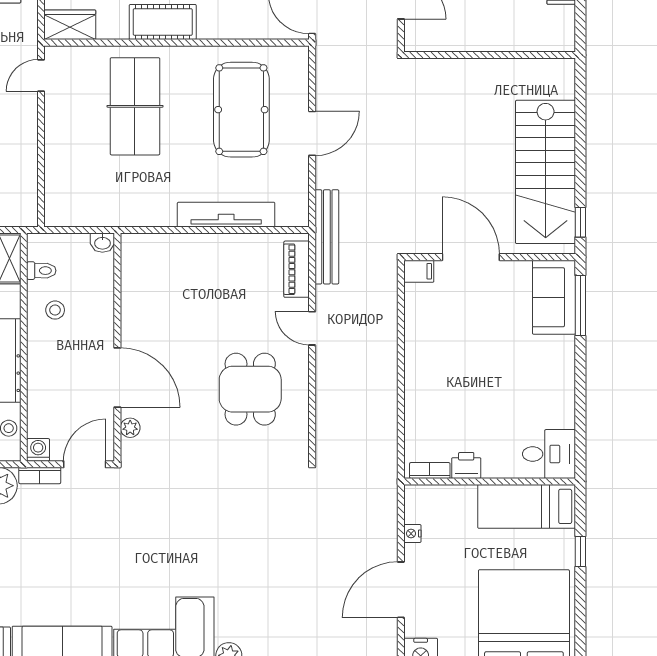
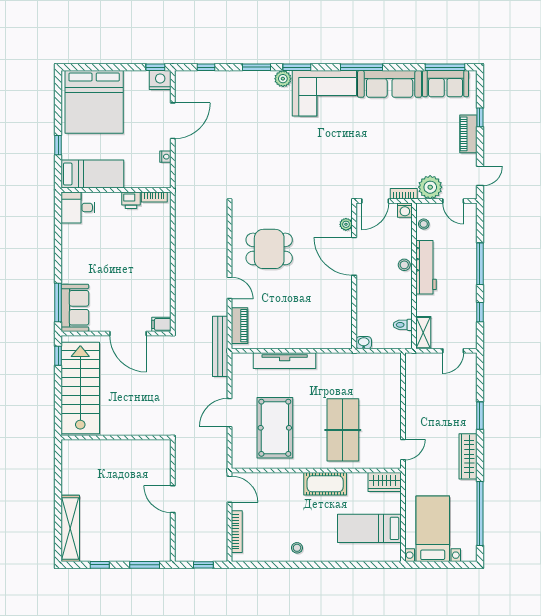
wall: (490, 55) -> (116, 437), moved
stool: (55, 310) -> (404, 265), moved
dining table: (250, 389) -> (269, 249), turned 90

